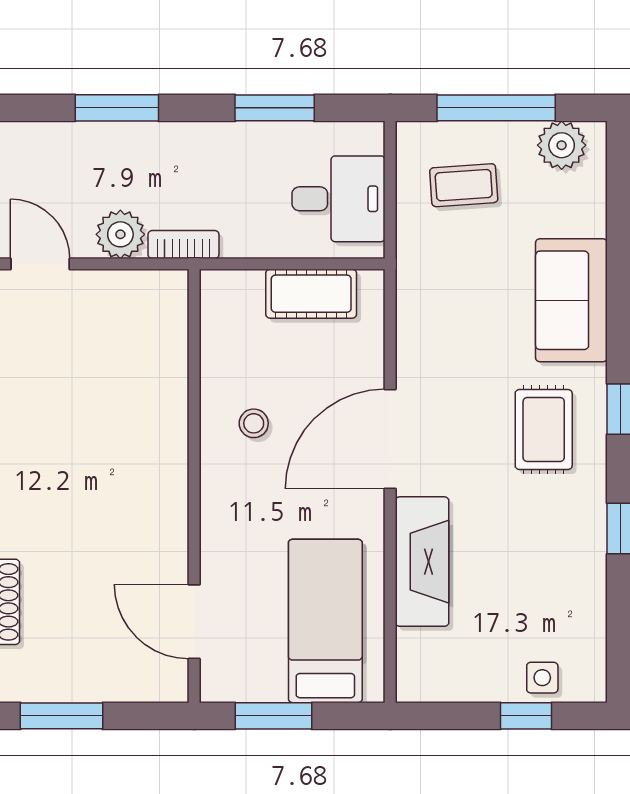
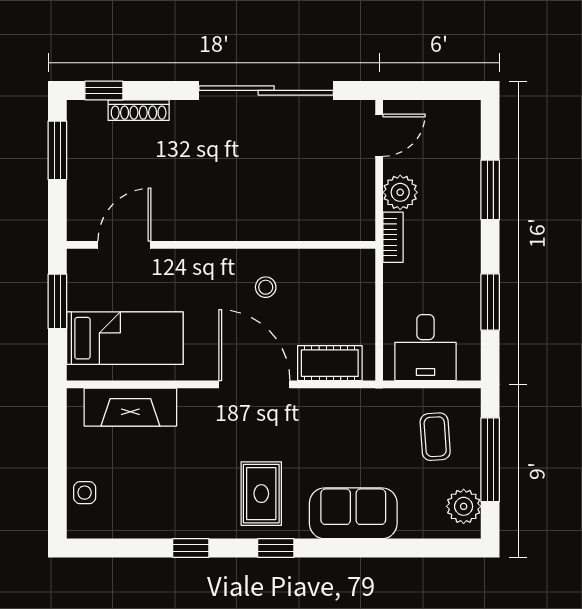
cot: (311, 294) -> (330, 363), moved, turned 90
rug: (544, 429) -> (261, 494), turned 90
fireplace: (422, 562) -> (130, 407), moved
window: (526, 716) -> (57, 481), removed

